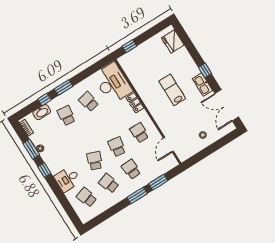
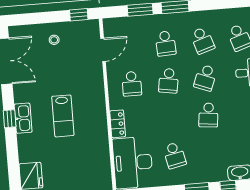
kitchen sink: (202, 85) -> (23, 118), moved
school desk: (66, 116) -> (208, 115), moved
window: (195, 159) -> (79, 15), added

